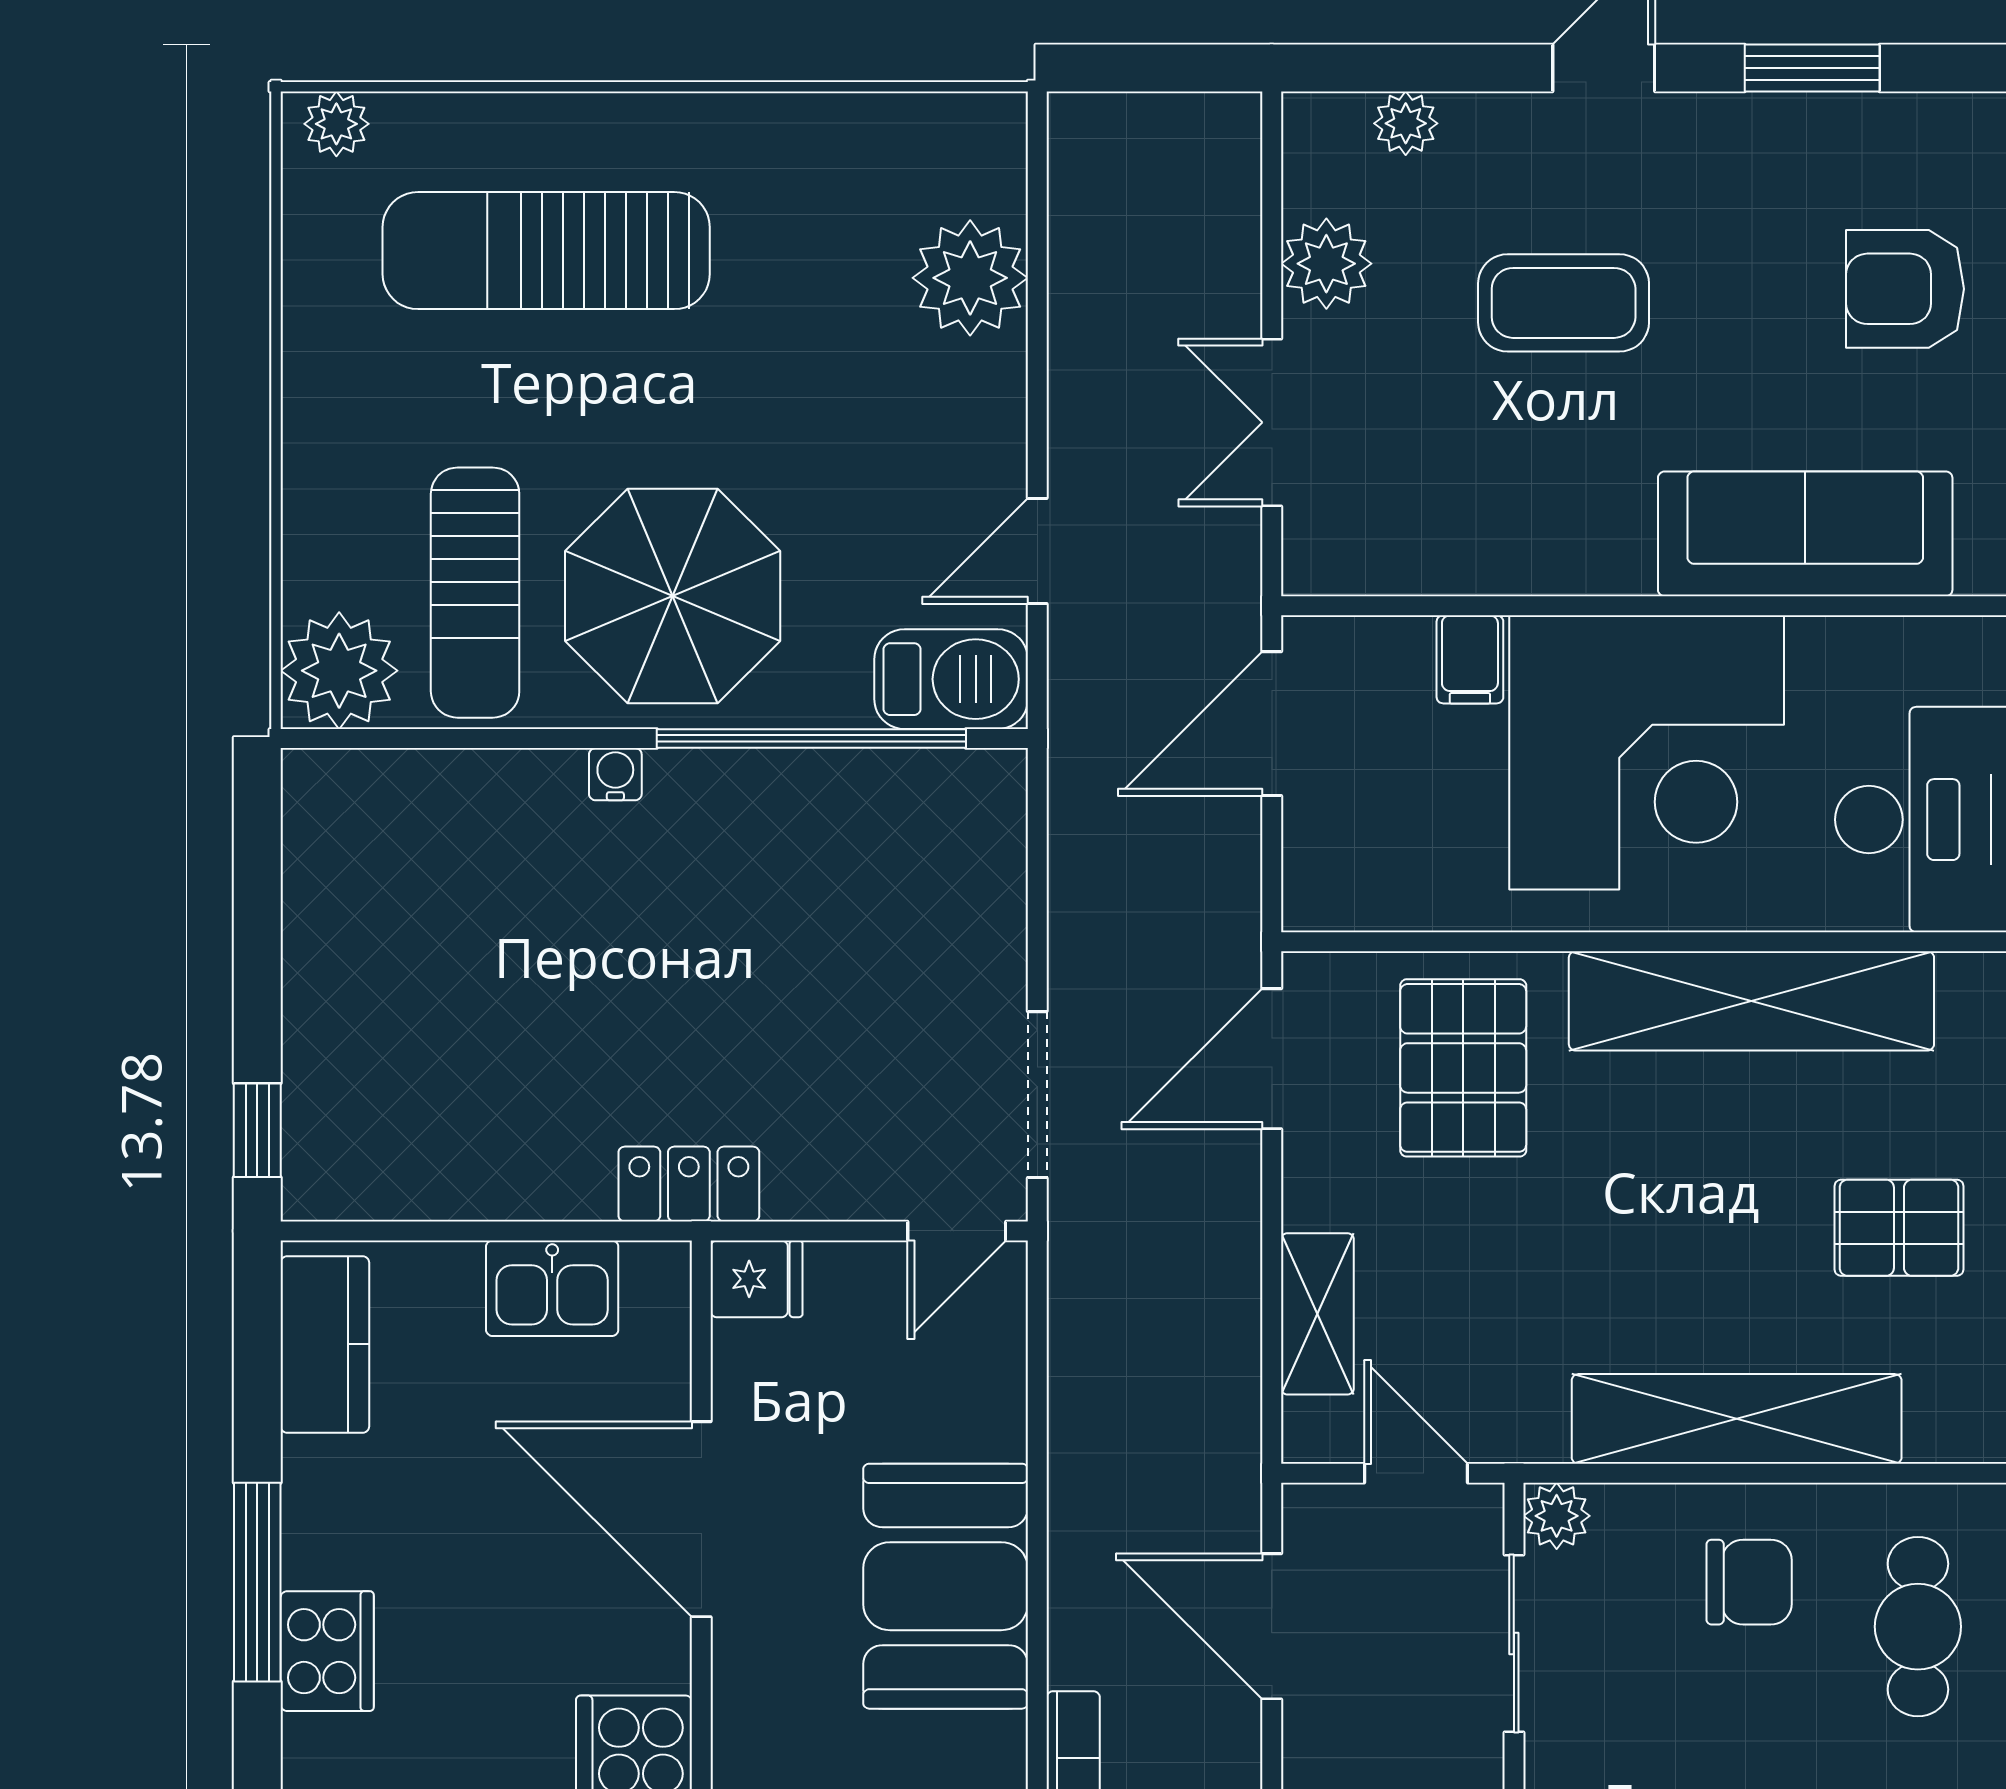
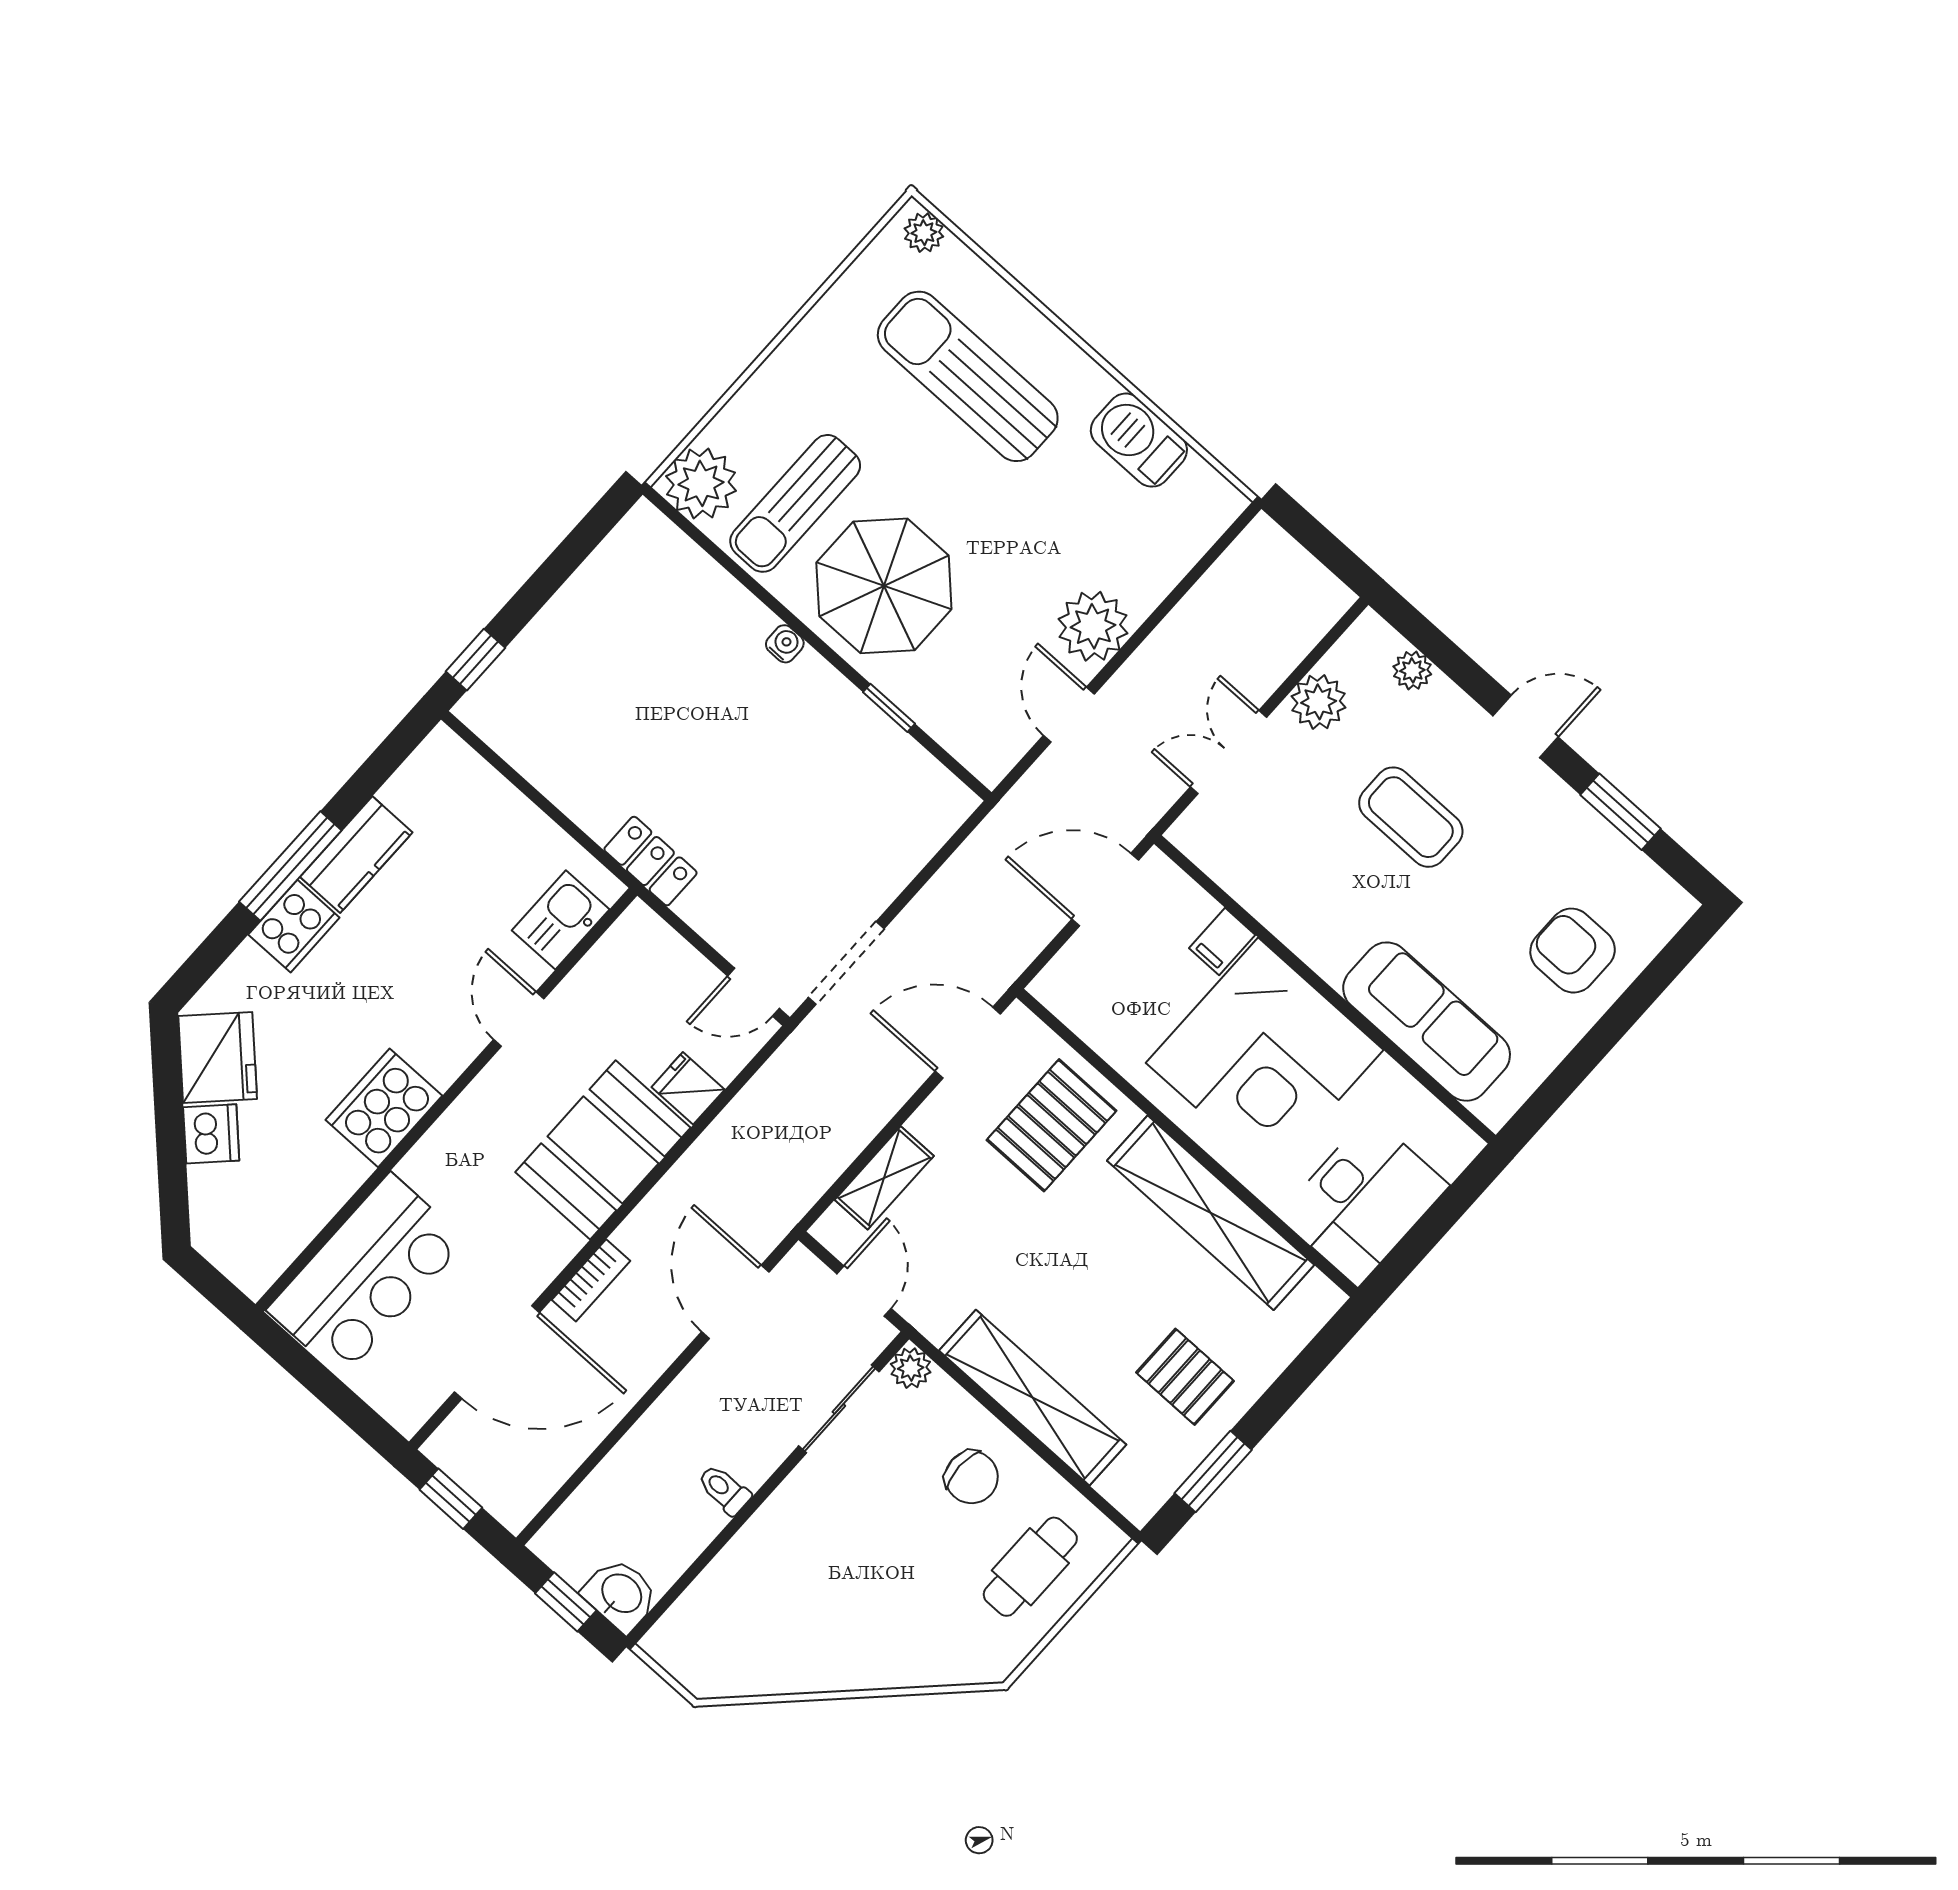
plant: (970, 278) -> (1093, 626), moved
door: (1037, 551) -> (1069, 715), hinge flipped
barbecue: (951, 679) -> (1139, 440), moved, turned 180
window: (811, 739) -> (889, 708), width x0.32
fridge: (756, 1279) -> (688, 1088), moved, turned 180
kitchen sink: (552, 1288) -> (561, 920), moved, turned 90
kitchen counter: (325, 1344) -> (356, 855), moved
door: (701, 1519) -> (519, 1019), width x0.53

